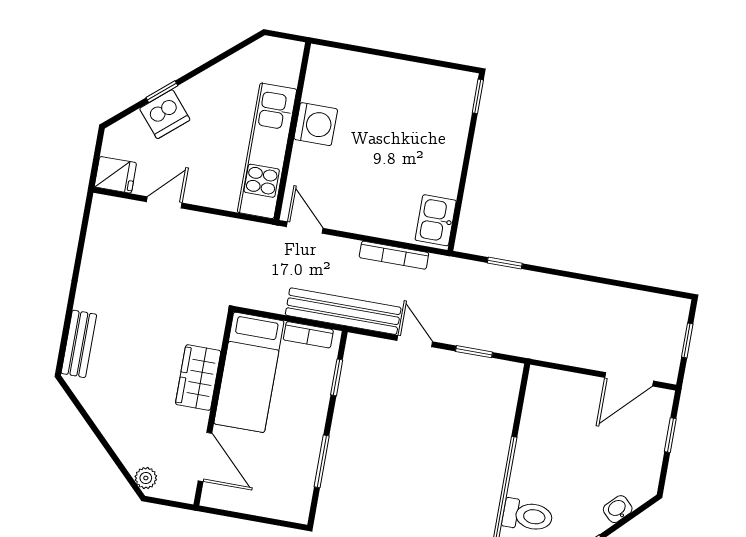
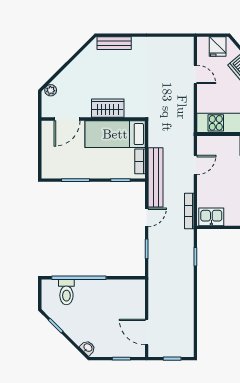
fridge: (115, 175) -> (218, 46), moved
door: (305, 227) -> (195, 165), moved
bookcase: (394, 255) -> (189, 211), moved
washbasin: (618, 509) -> (88, 348), moved

